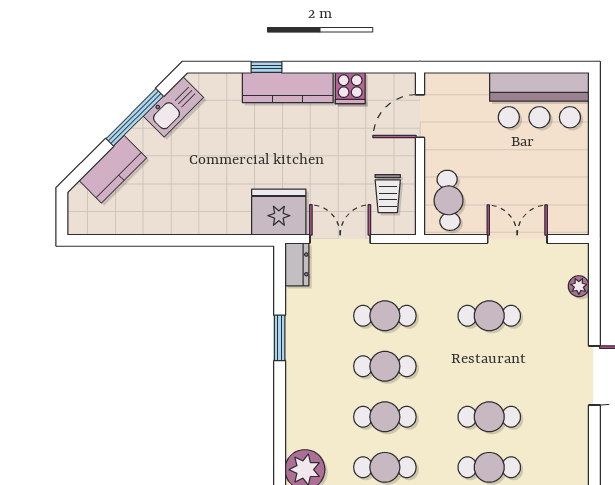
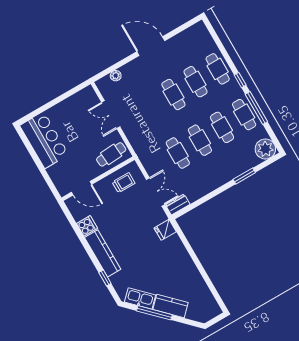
window: (267, 67) -> (105, 278), moved
kitchen counter: (113, 169) -> (171, 306), moved
fridge: (279, 212) -> (165, 230), width x0.53, depth x0.75
double door: (340, 239) -> (156, 192), swing flipped
cafe table: (489, 316) -> (173, 95), moved
window: (280, 338) -> (244, 176), moved

